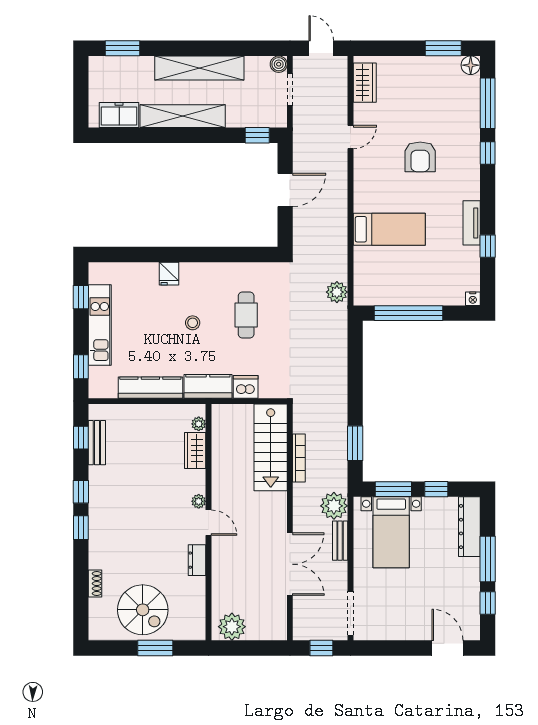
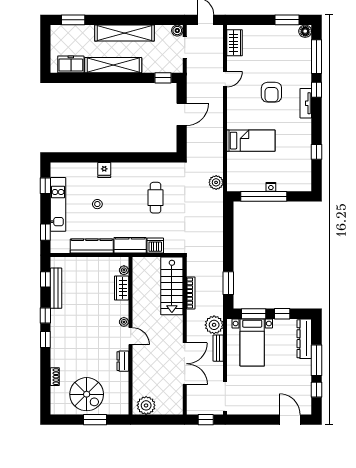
tv unit: (472, 223) -> (306, 103), moved
nightstand: (473, 299) -> (271, 187), moved
stool: (193, 323) -> (97, 204), moved
bench: (97, 443) -> (56, 288), width x1.36

